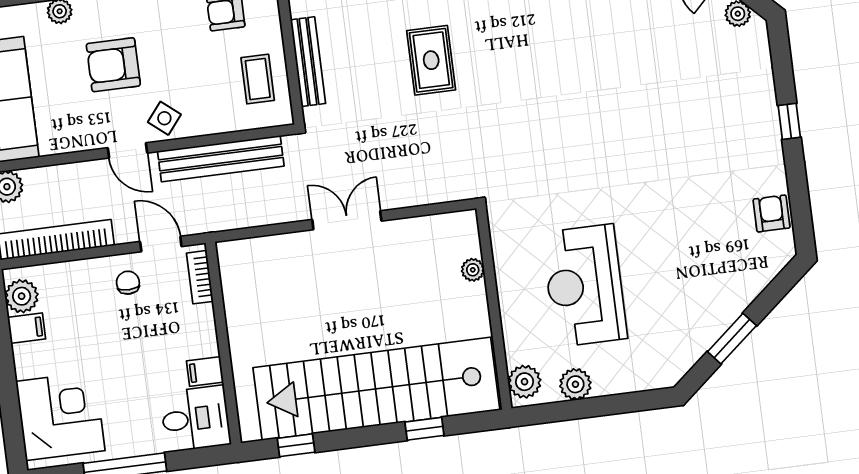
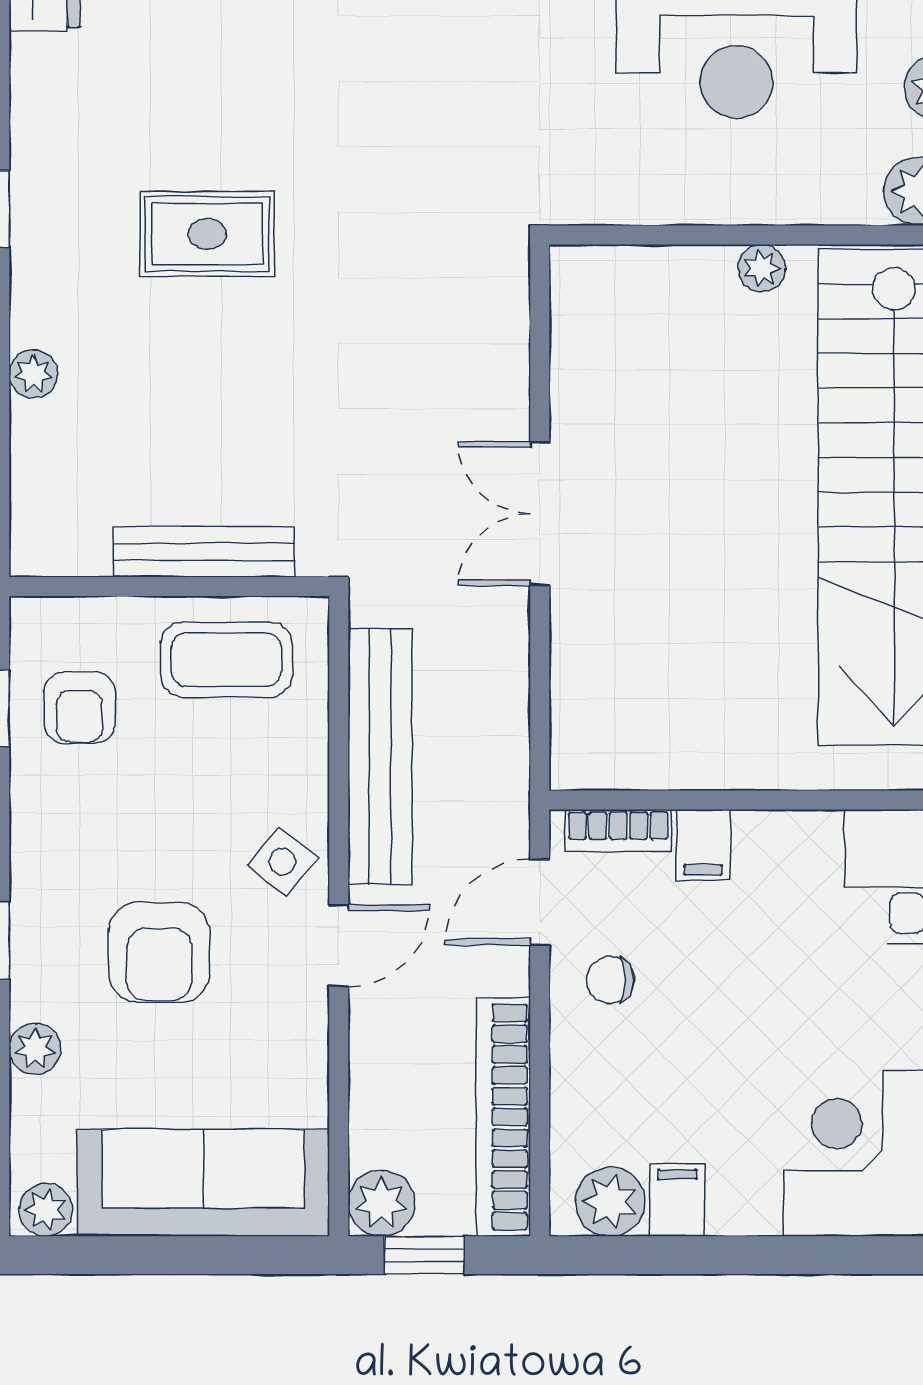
rug: (431, 60) -> (207, 234), moved
coffee table: (258, 79) -> (226, 660), width x1.36, depth x1.30
plant: (473, 270) -> (762, 268), moved
filing cabinet: (205, 372) -> (703, 845), moved

